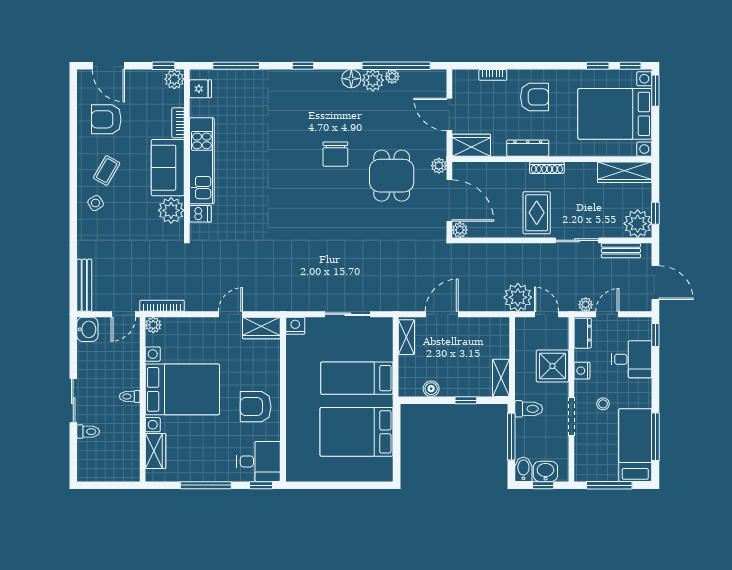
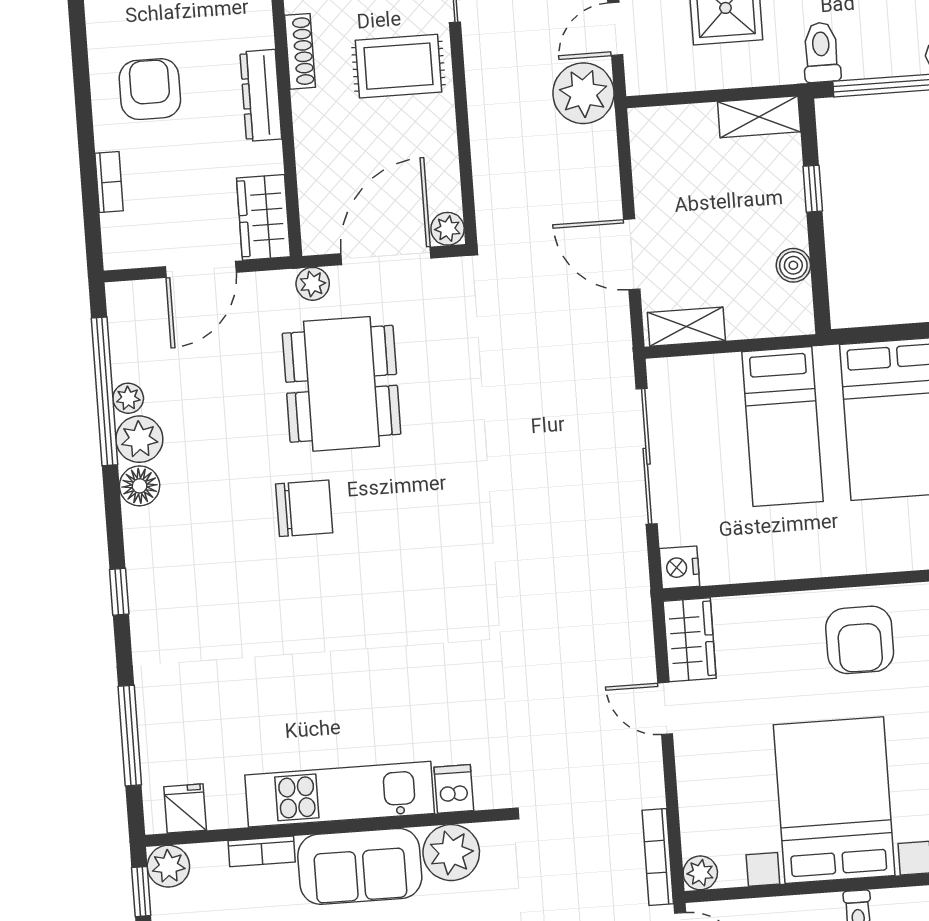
dining table: (392, 176) -> (342, 384), width x1.38
sliding door: (348, 314) -> (647, 456), width x1.37

